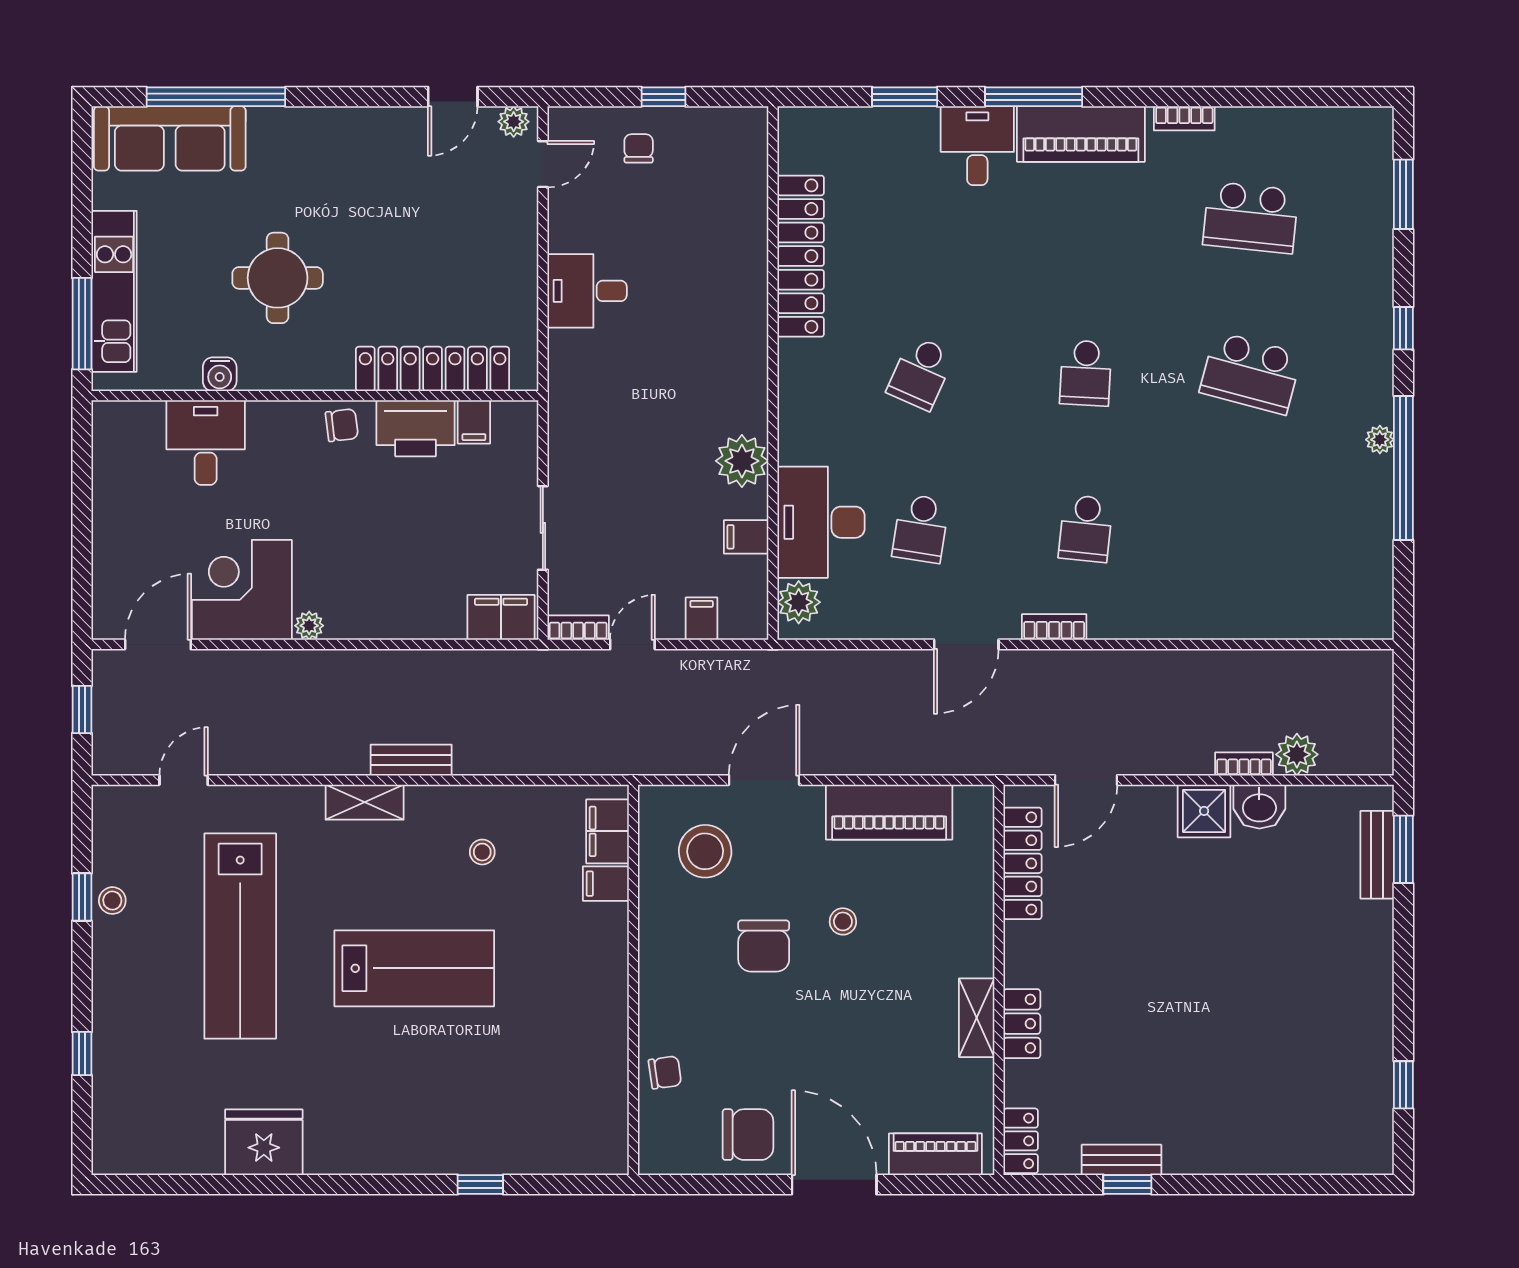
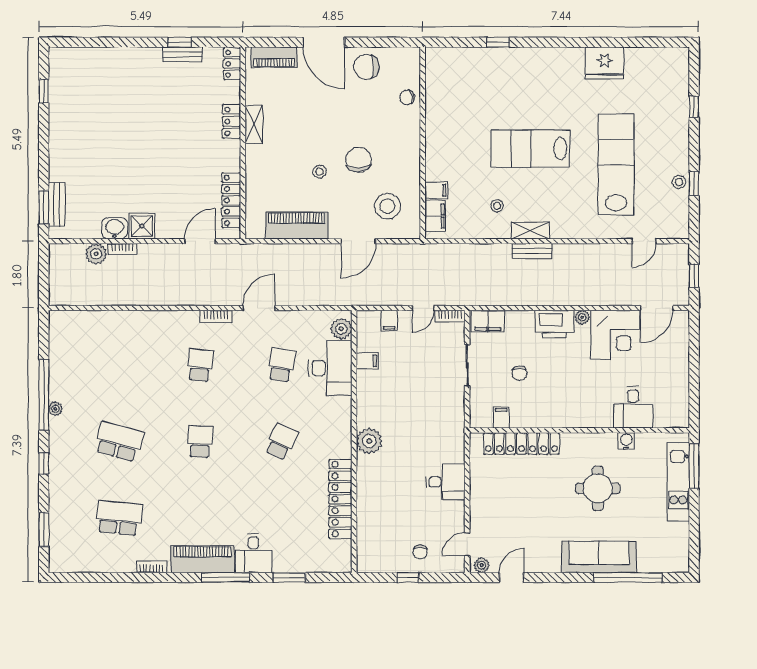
sofa: (170, 138) -> (599, 557), moved
chair: (342, 425) -> (519, 373), moved, turned -83
printer: (416, 428) -> (554, 324), moved, turned 180
plant: (742, 461) -> (369, 441), moved
shelving: (365, 802) -> (531, 230), moved

